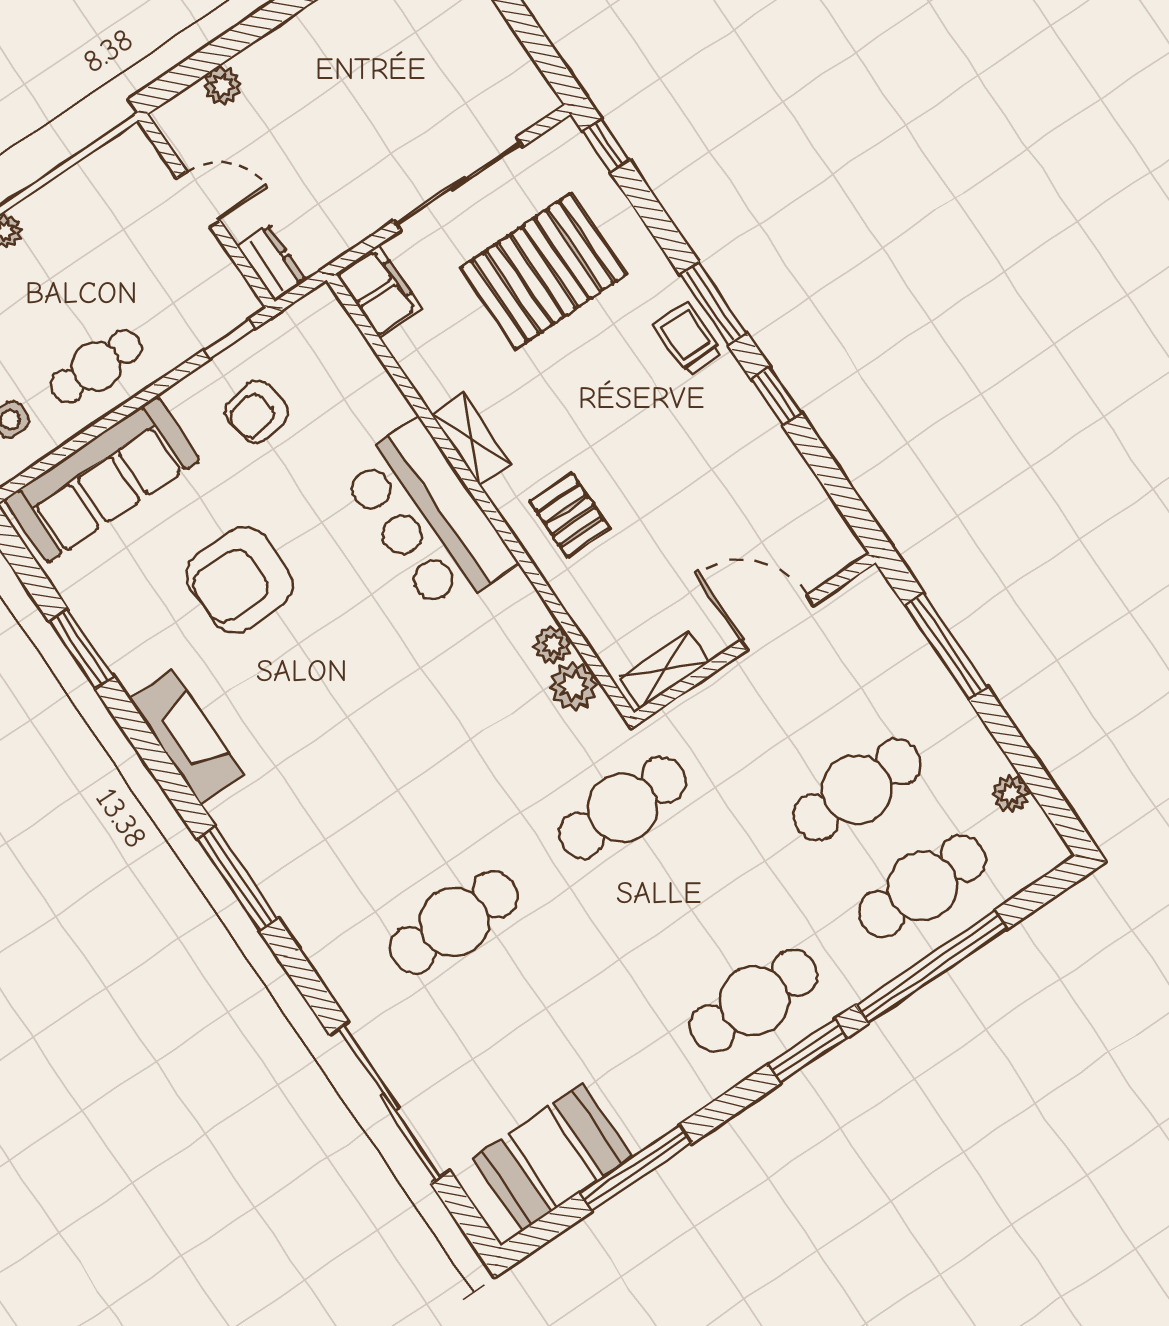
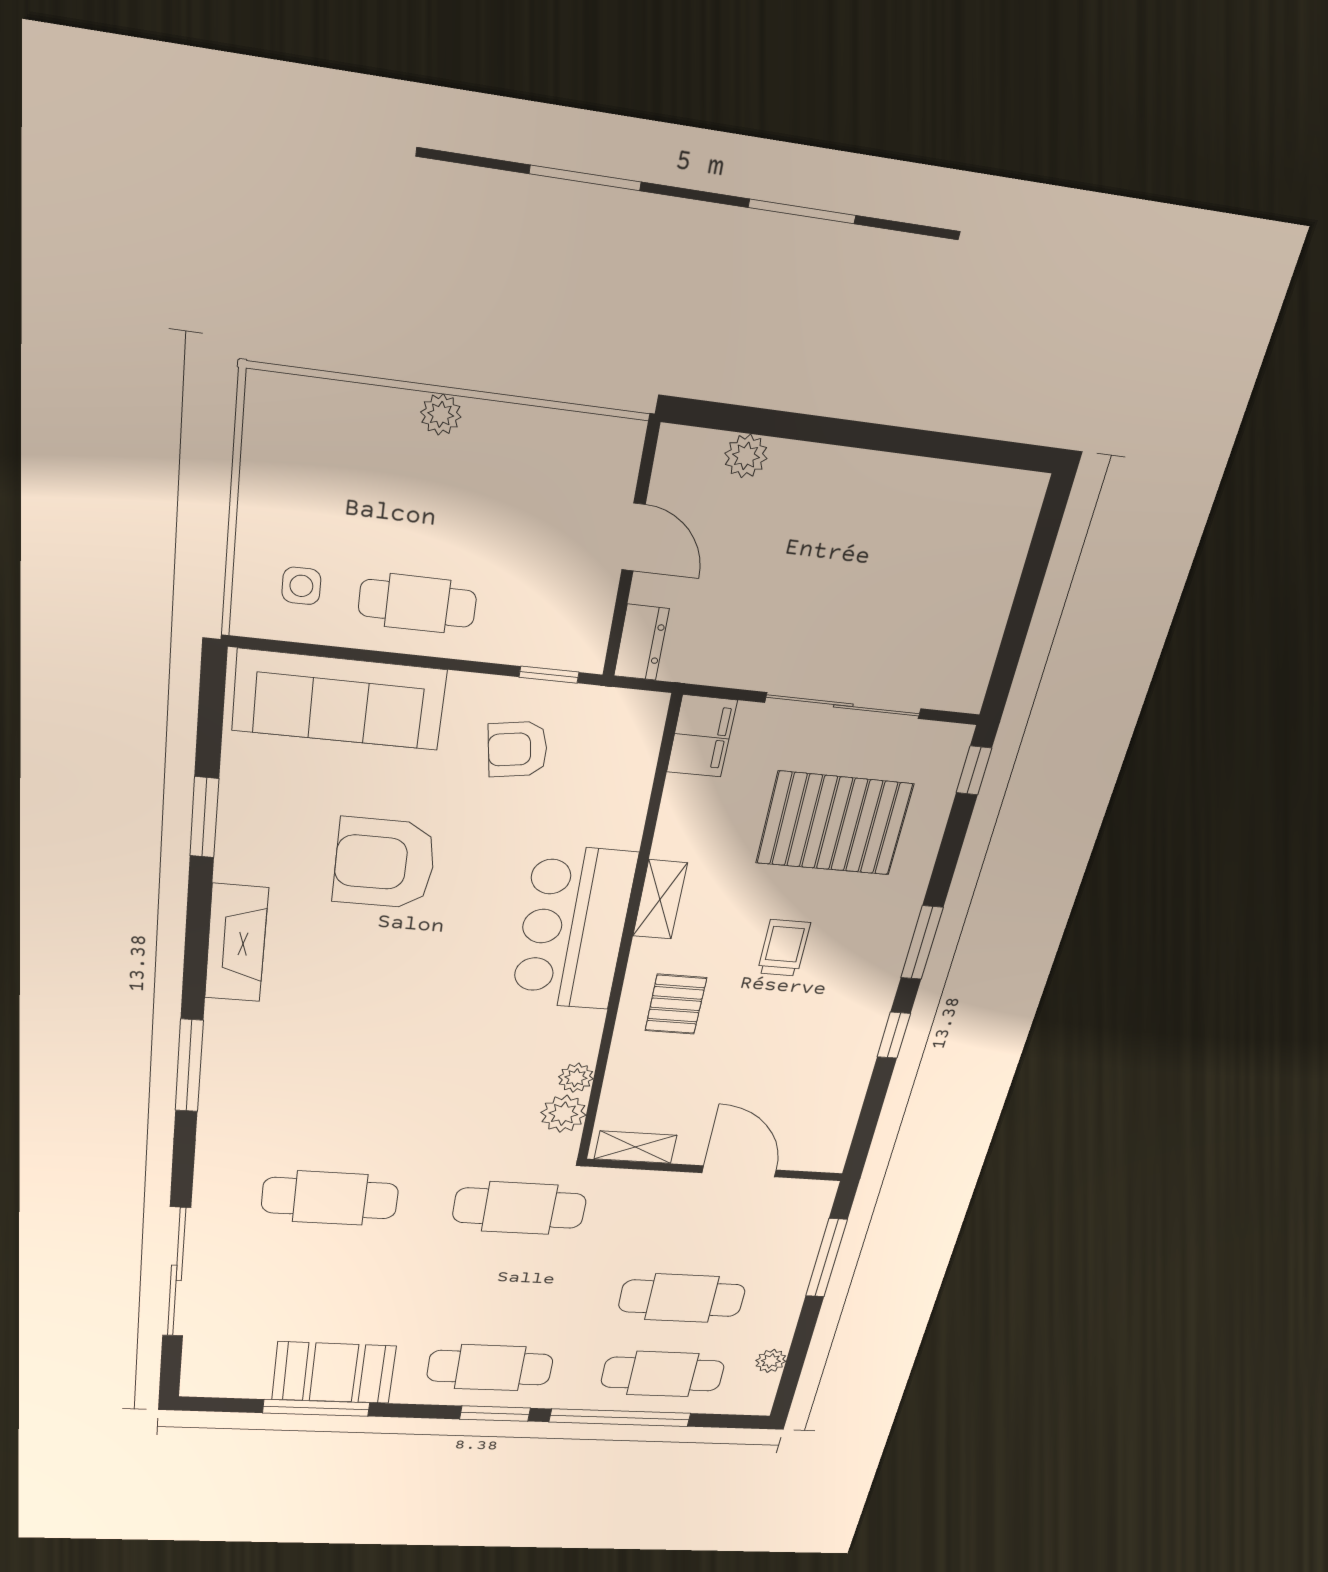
trolley: (688, 339) -> (784, 948), moved
booth: (552, 1157) -> (334, 1373), moved

